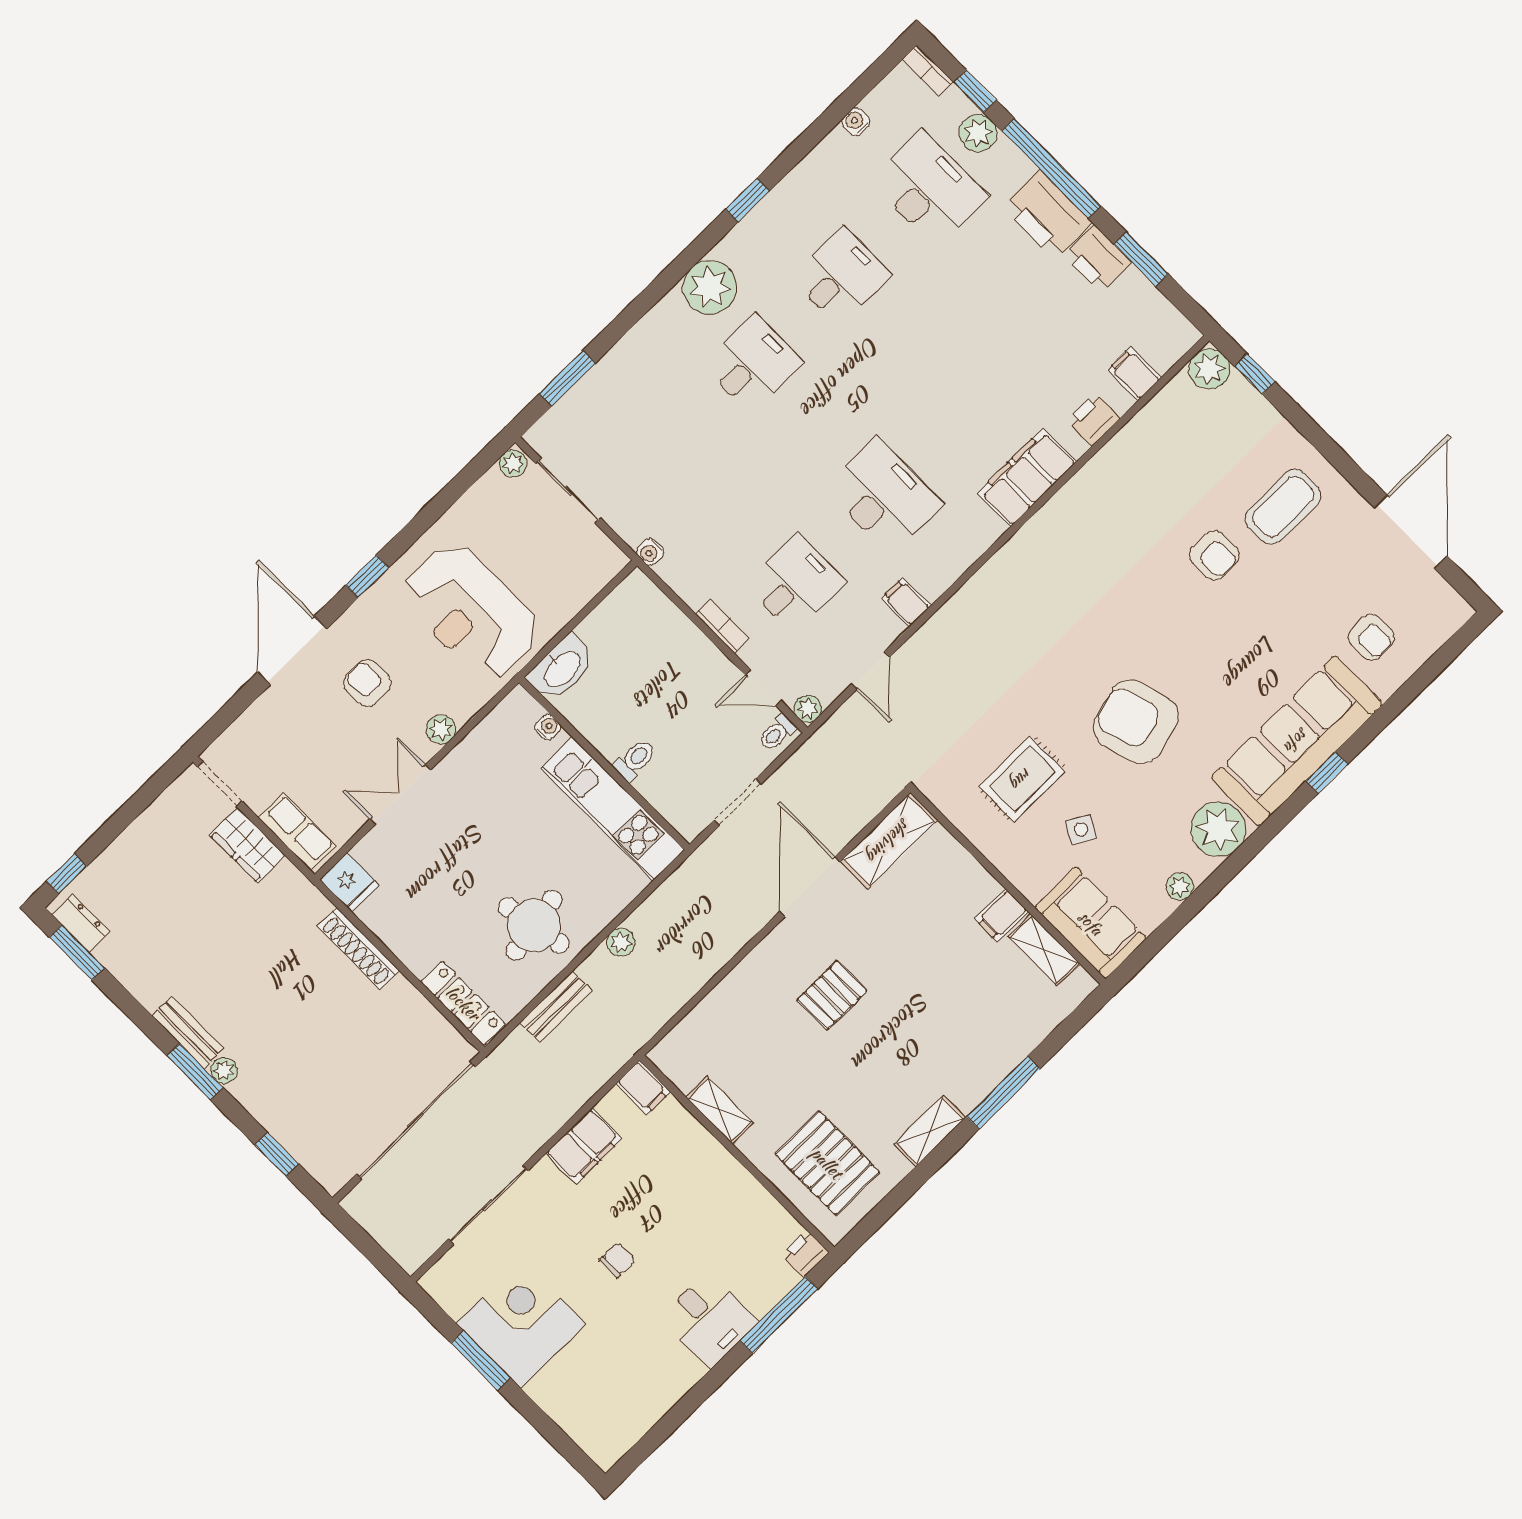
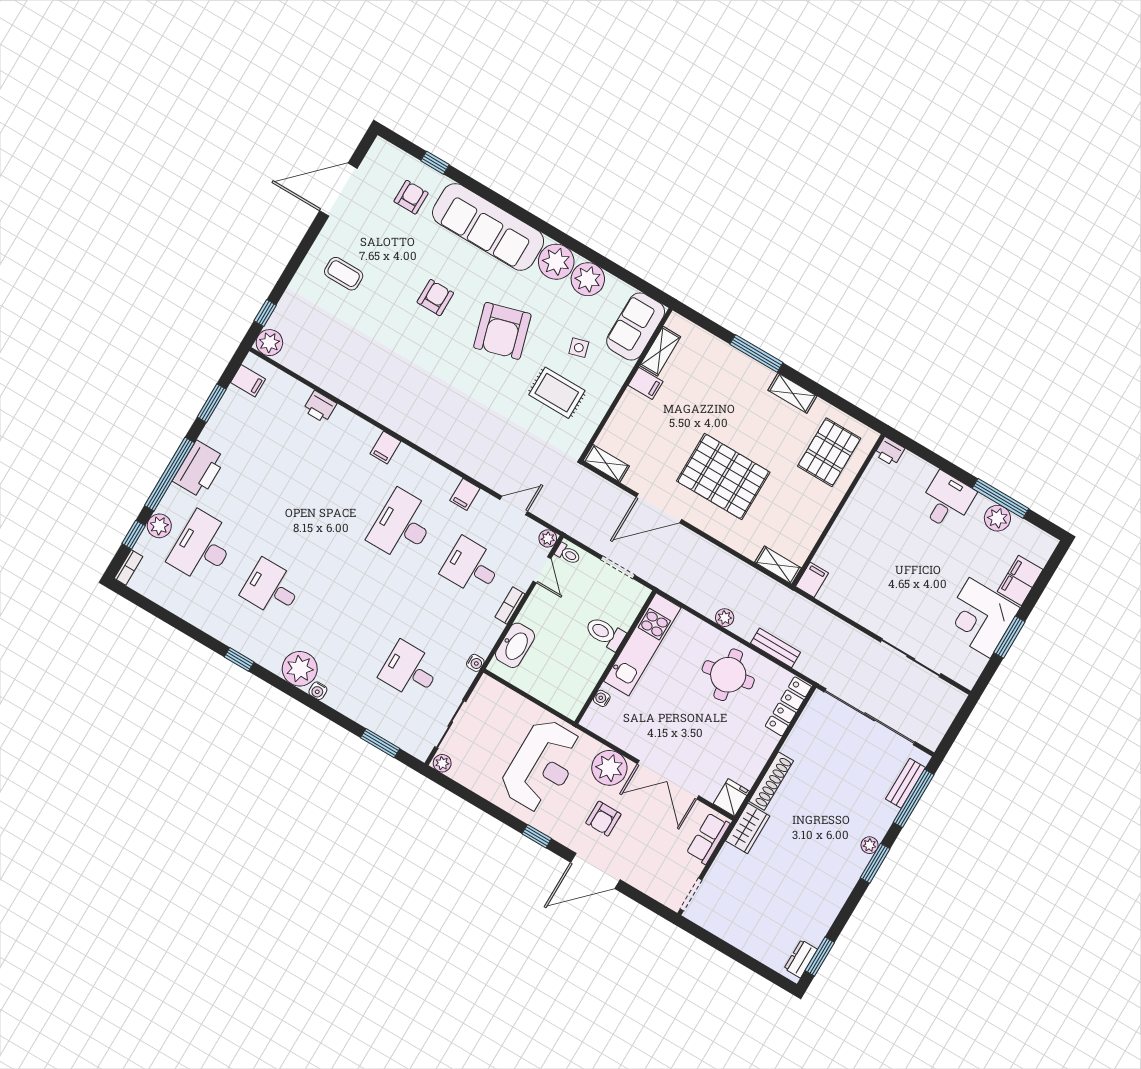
water cooler: (856, 122) -> (318, 691), moved
printer: (1097, 259) -> (219, 430), removed
desk: (753, 364) -> (410, 670), moved
filing cabinet: (1134, 374) -> (248, 381), moved, turned -90
filing cabinet: (1027, 477) -> (385, 447), width x0.33, depth x0.86
coffee table: (1283, 507) -> (344, 274), width x0.73, depth x0.77
armchair: (1214, 555) -> (435, 298), moved
washbasin: (562, 668) -> (515, 645), moved, turned 90
plant: (441, 729) -> (609, 768), width x1.88, depth x1.88
toilet: (635, 760) -> (605, 633), width x1.37, depth x1.39
window: (1327, 773) -> (435, 163), moved
double door: (400, 795) -> (668, 780), width x1.37
side table: (1081, 829) -> (579, 348), turned 45
shelving: (889, 841) -> (606, 463), width x0.67, depth x0.75
wardrobe: (247, 845) -> (748, 828), moved
window: (67, 874) -> (772, 976), removed
plant: (1180, 887) -> (588, 279), width x1.88, depth x1.88
pallet: (832, 995) -> (723, 477), width x2.05, depth x2.00
bench: (188, 1032) -> (905, 783), moved
shelving: (720, 1110) -> (778, 565), moved, turned 90
filing cabinet: (584, 1146) -> (1020, 580), moved, turned -90
window: (277, 1154) -> (914, 798), width x2.17
chair: (617, 1260) -> (924, 568), removed
window: (779, 1315) -> (1001, 498), moved
plant: (663, 1389) -> (997, 518), added

